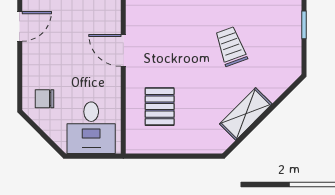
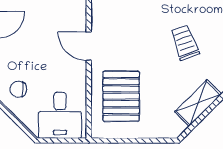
pallet: (160, 107) -> (121, 96), width x1.50, depth x1.42

